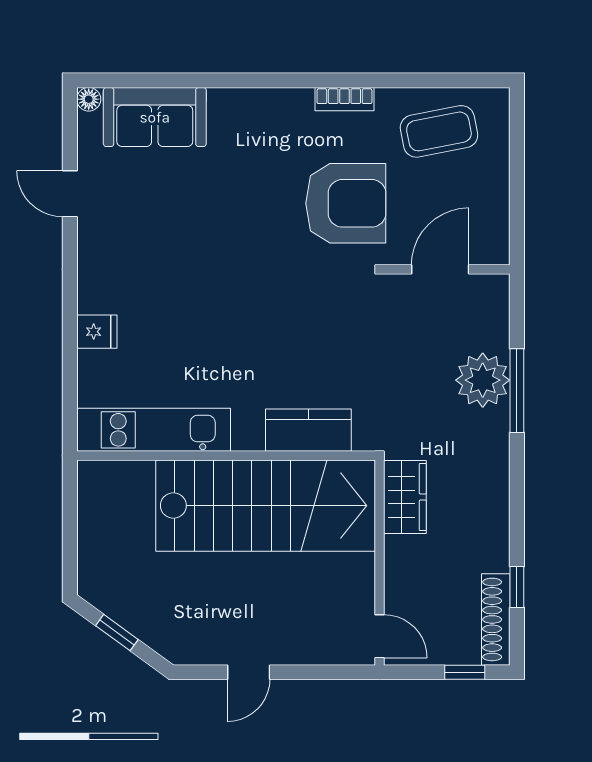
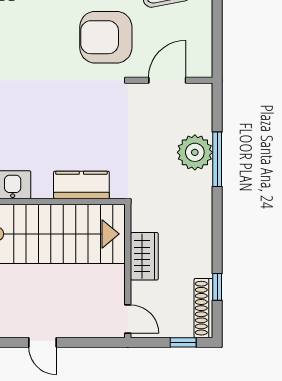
armchair: (346, 203) -> (106, 37), turned 180
wardrobe: (405, 497) -> (144, 256), moved
door: (249, 672) -> (42, 342), hinge flipped

